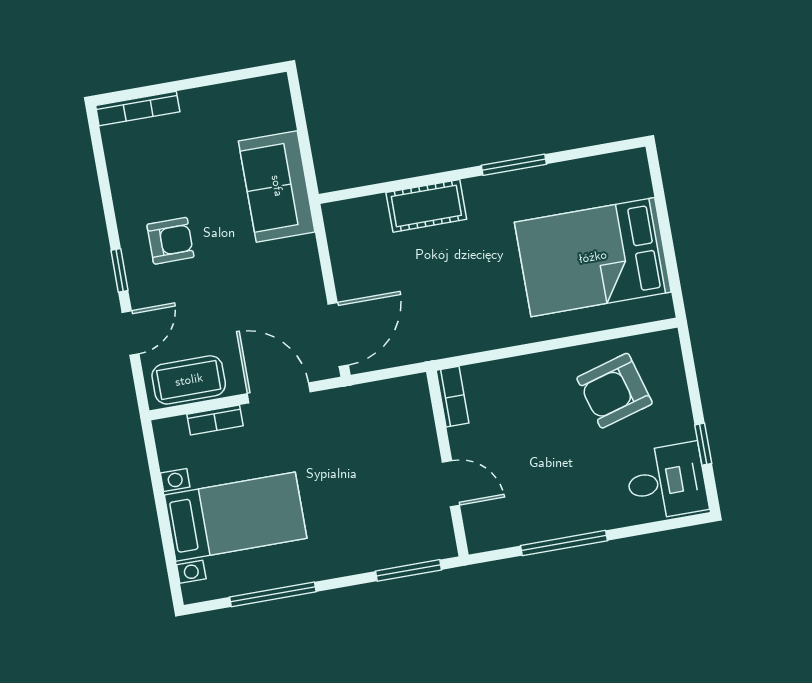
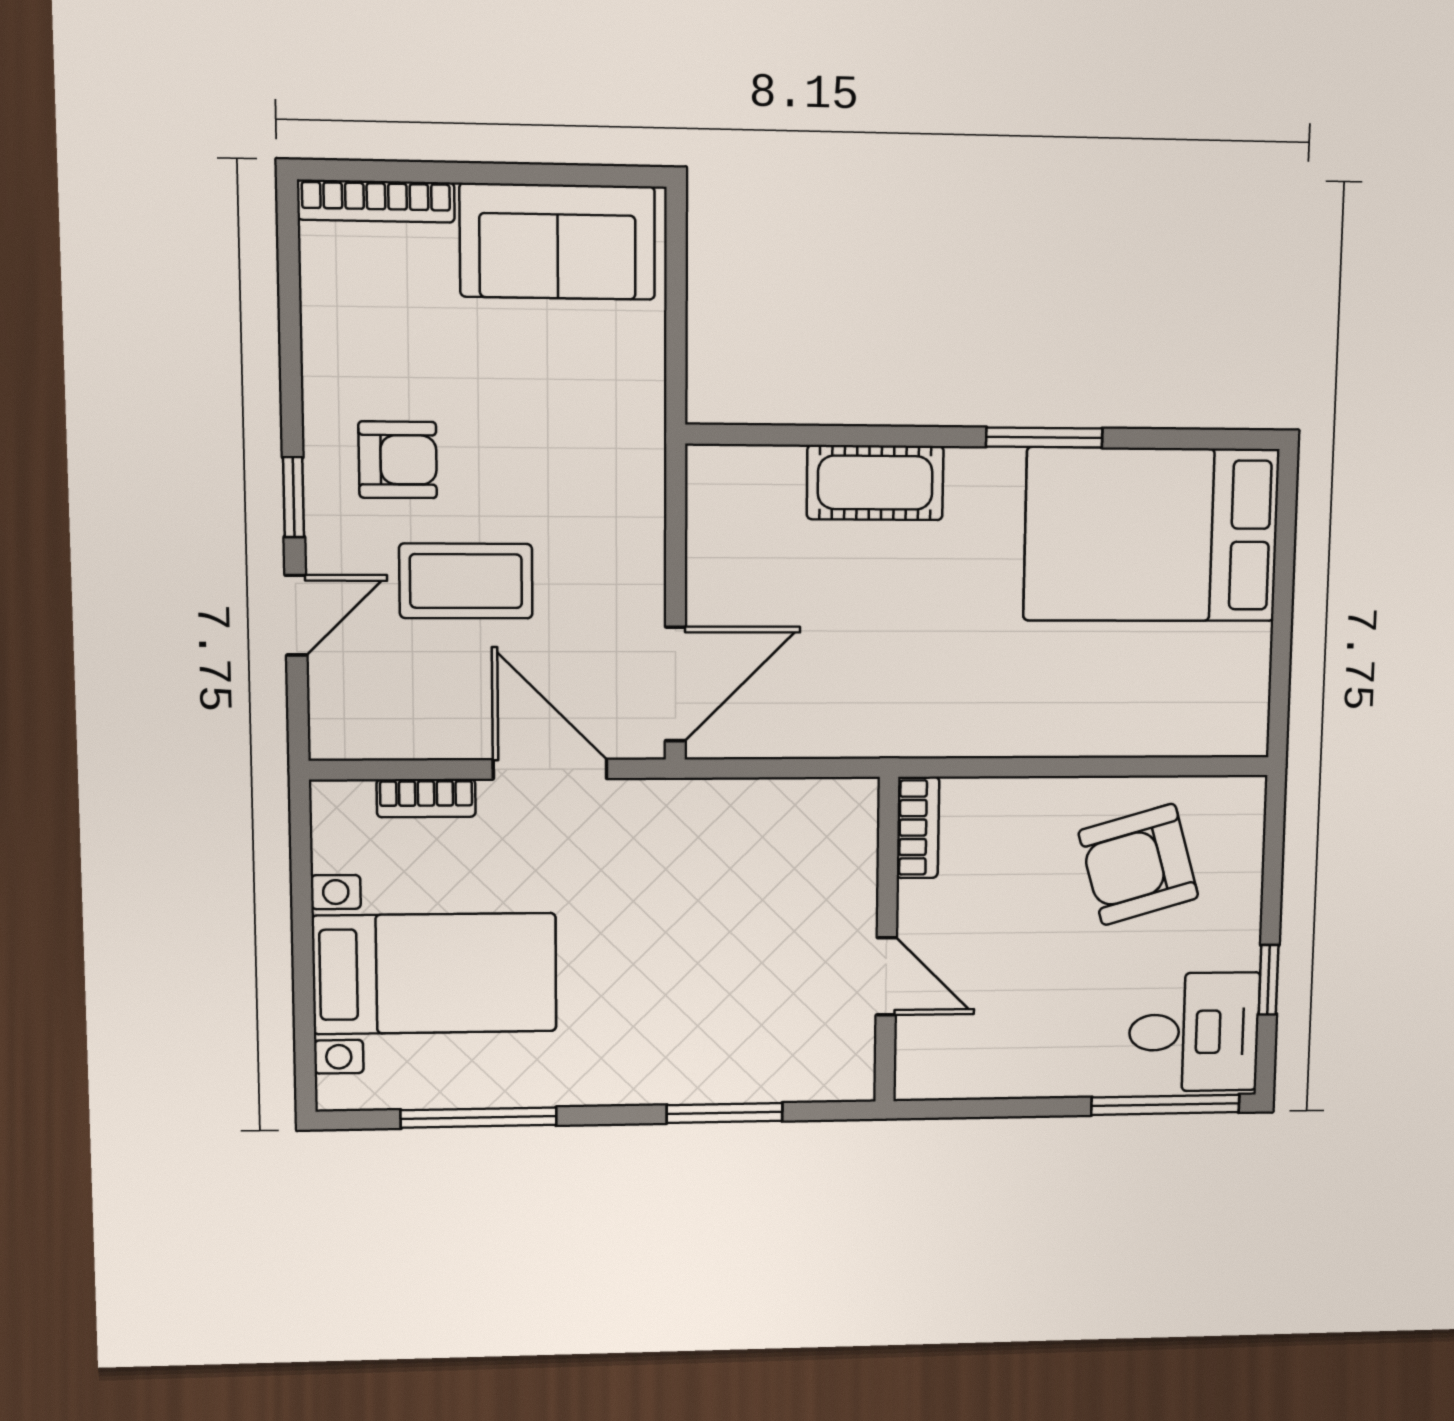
sofa: (277, 186) -> (558, 242), moved, turned -90
bed: (593, 257) -> (1151, 535), moved
coffee table: (189, 380) -> (466, 581), moved
bookcase: (453, 397) -> (918, 828), moved
wall: (447, 463) -> (887, 941), moved
door: (451, 484) -> (886, 976), moved
window: (564, 543) -> (1165, 1105), moved

